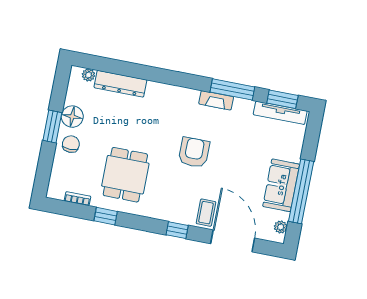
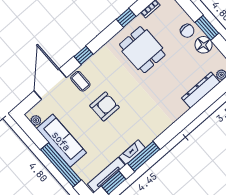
fireplace: (216, 100) -> (132, 152), moved
armchair: (194, 152) -> (105, 106), moved, turned -90
sofa: (281, 185) -> (61, 141), width x1.36
window: (301, 191) -> (61, 165), moved
door: (233, 241) -> (50, 84), swing flipped

